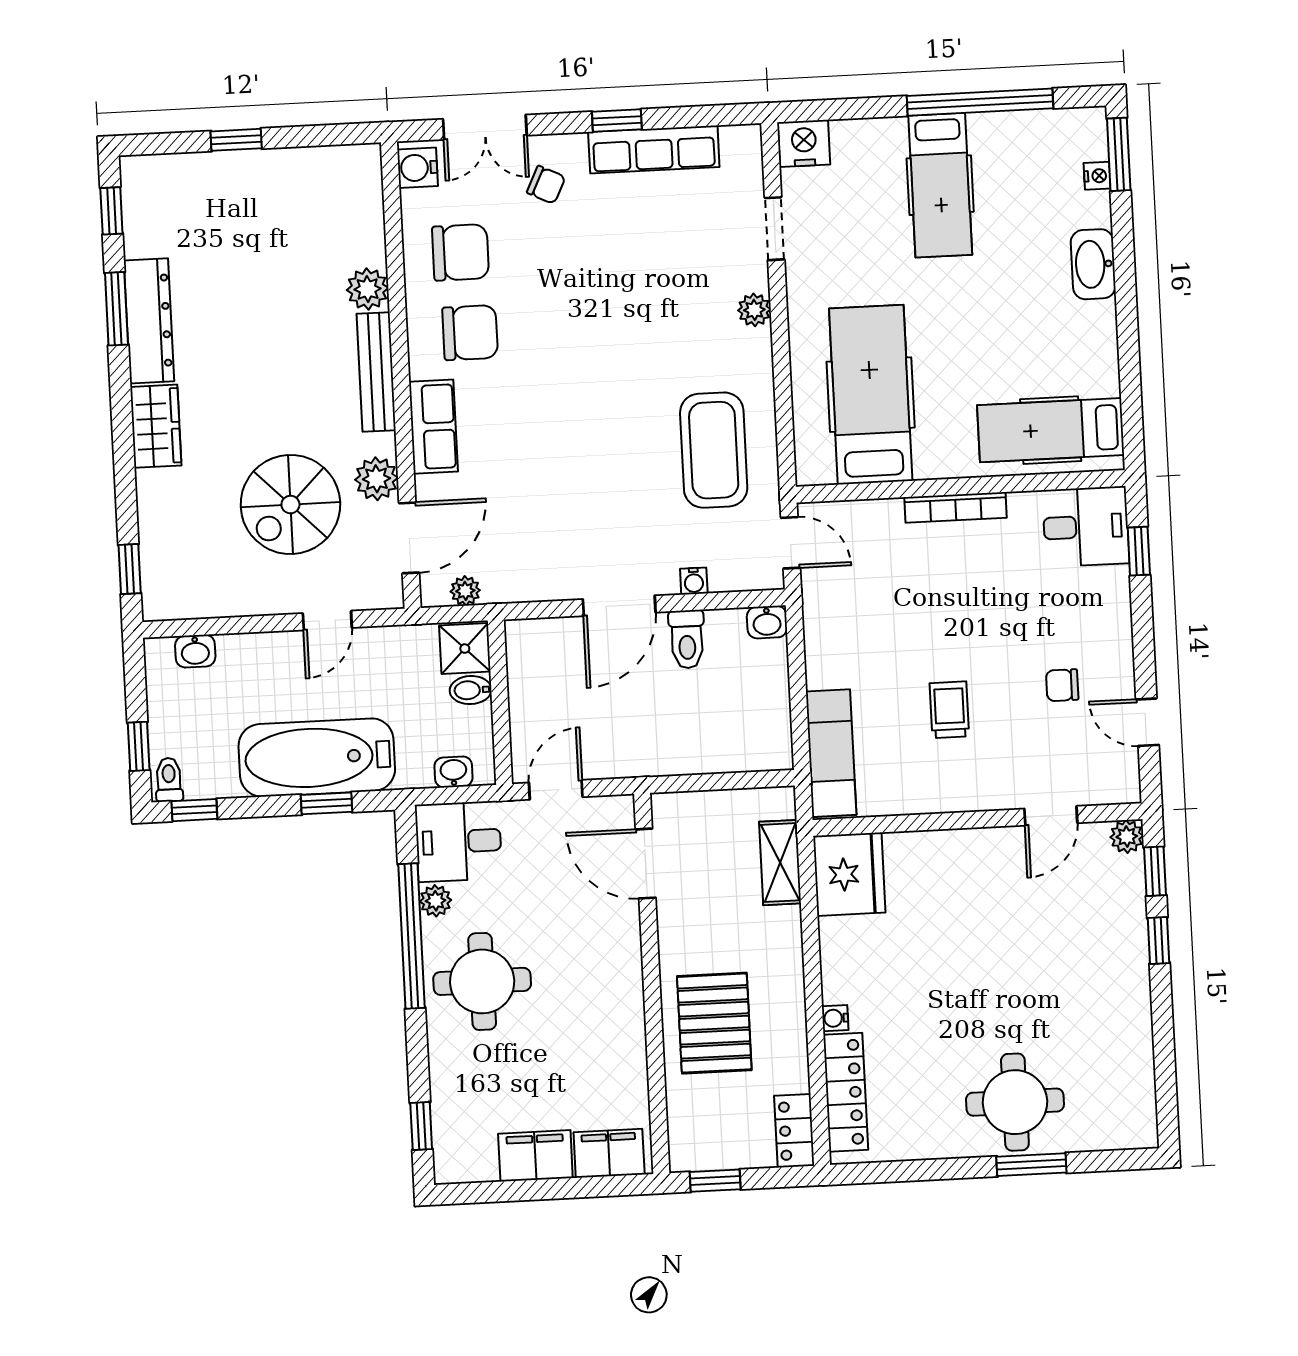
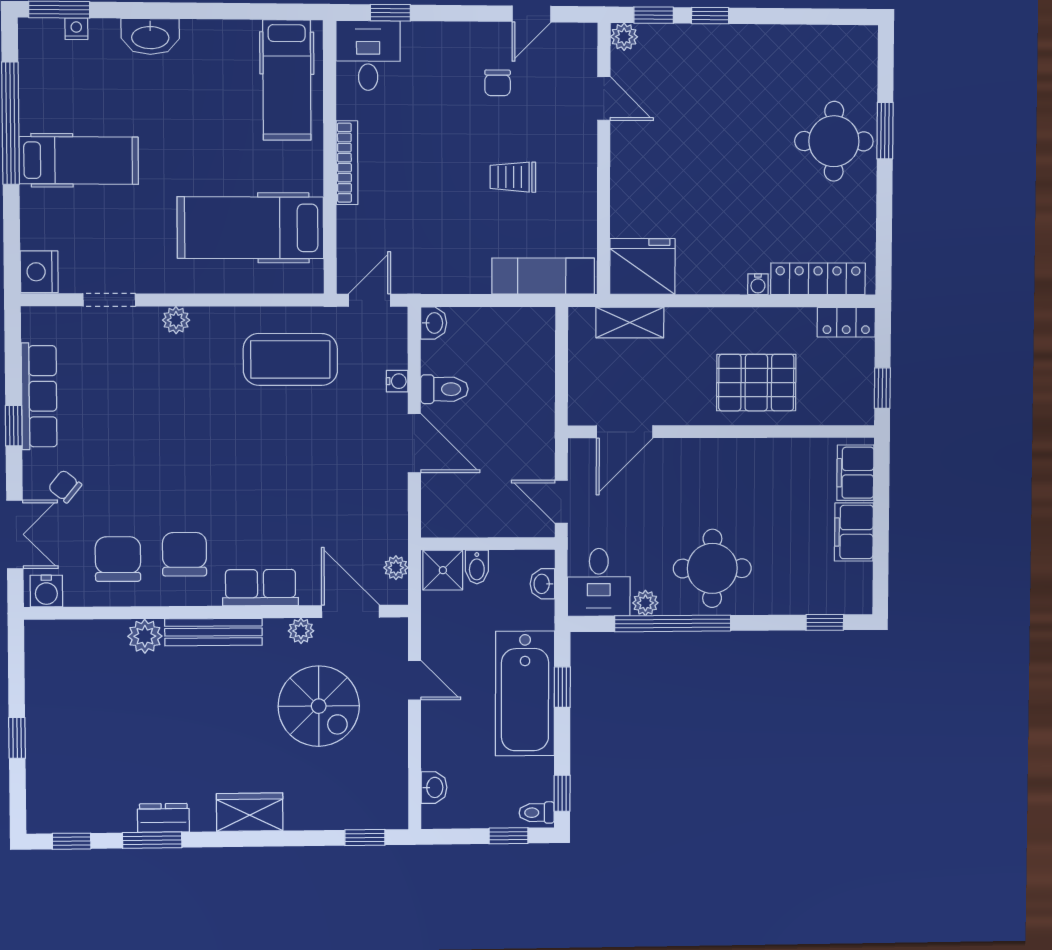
chair: (546, 185) -> (65, 486), turned -77
dresser: (149, 321) -> (163, 818), width x0.51, depth x0.80
plant: (376, 479) -> (301, 631), width x0.73, depth x0.73

